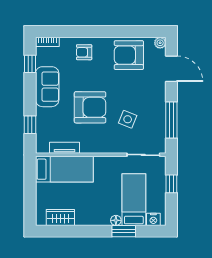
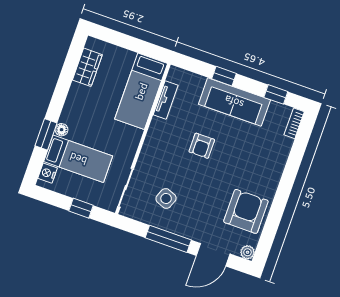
armchair: (84, 52) -> (267, 161), removed
sofa: (47, 87) -> (234, 102), width x1.36
armchair: (90, 107) -> (202, 146), width x0.53, depth x0.53
side table: (128, 119) -> (166, 198), moved
window: (171, 120) -> (168, 239), moved
window: (30, 125) -> (224, 76), moved

